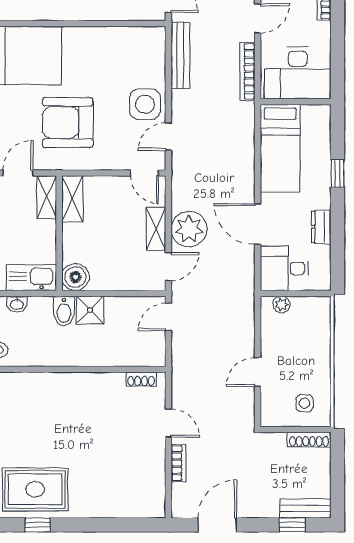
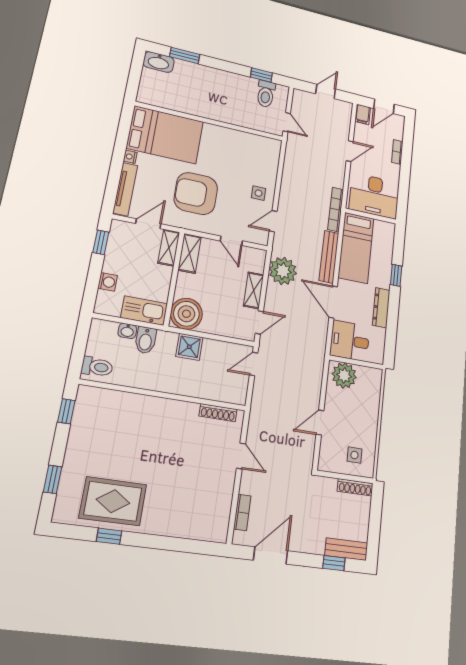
bench: (180, 56) -> (329, 257), moved
bookcase: (247, 71) -> (336, 209), moved
side table: (145, 104) -> (259, 193), width x0.54, depth x0.54
door: (144, 173) -> (231, 241), moved
dresser: (321, 227) -> (381, 308), width x1.44
plant: (189, 229) -> (283, 271), moved
boiler: (75, 277) -> (186, 314), width x1.37, depth x1.37
plant: (282, 304) -> (344, 375), width x1.87, depth x1.87
bidet: (64, 311) -> (146, 340), moved
shoe rack: (141, 379) -> (218, 413), width x1.43
bookcase: (179, 463) -> (242, 512), moved

